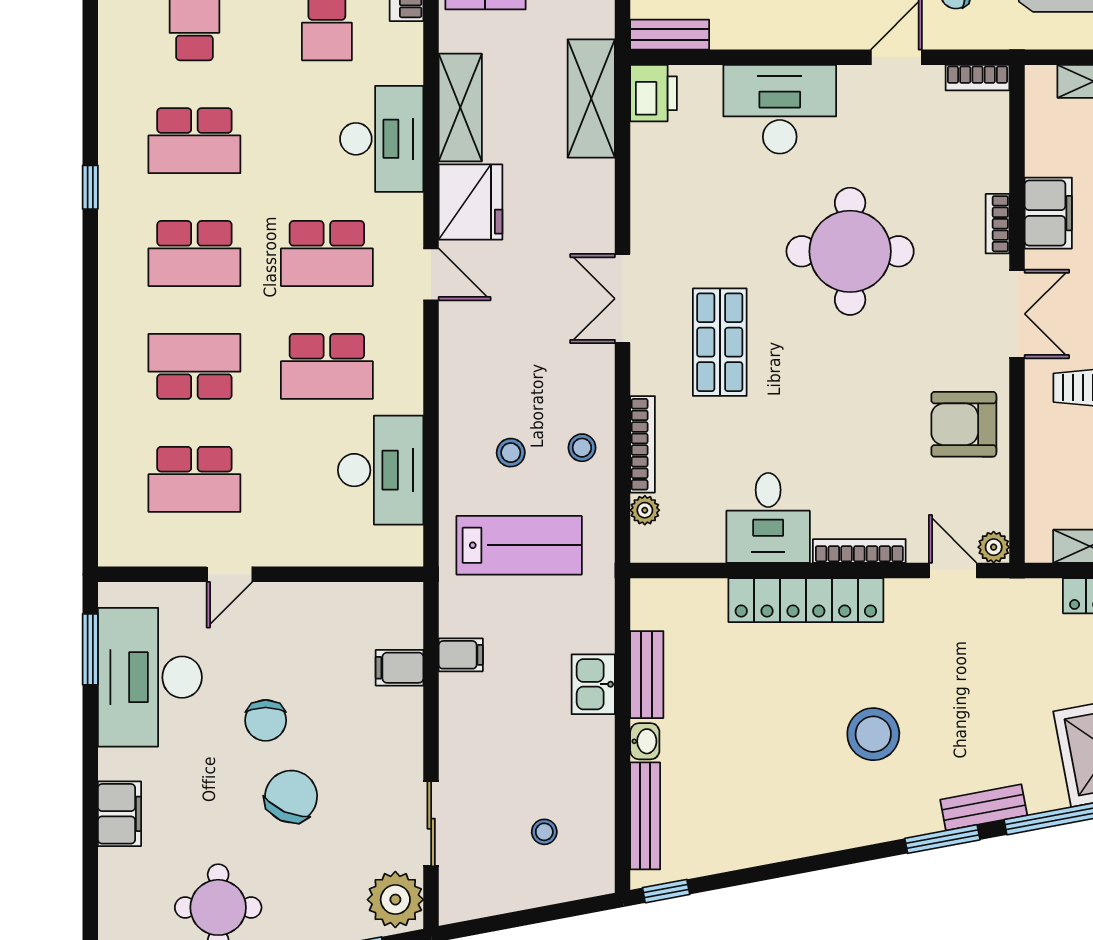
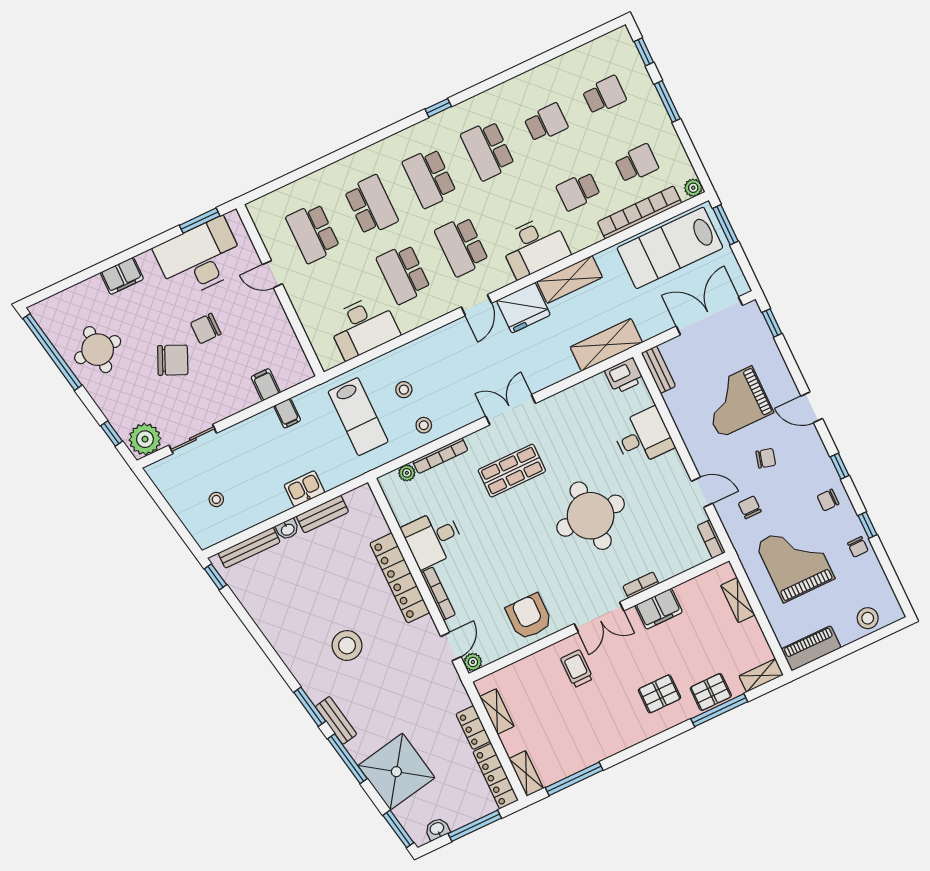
desk: (780, 109) -> (643, 437), width x0.73

